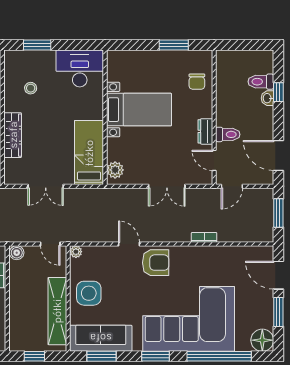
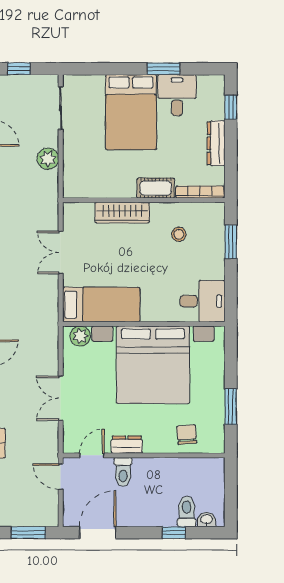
desk: (80, 68) -> (203, 301), width x0.73
chair: (197, 82) -> (187, 435), turned 85
washbasin: (267, 98) -> (207, 520), moved
bed with nightstands: (139, 110) -> (153, 365), width x1.85

